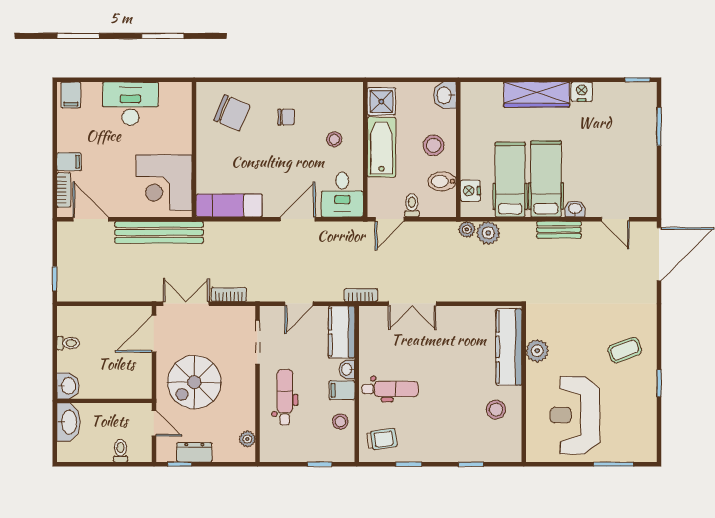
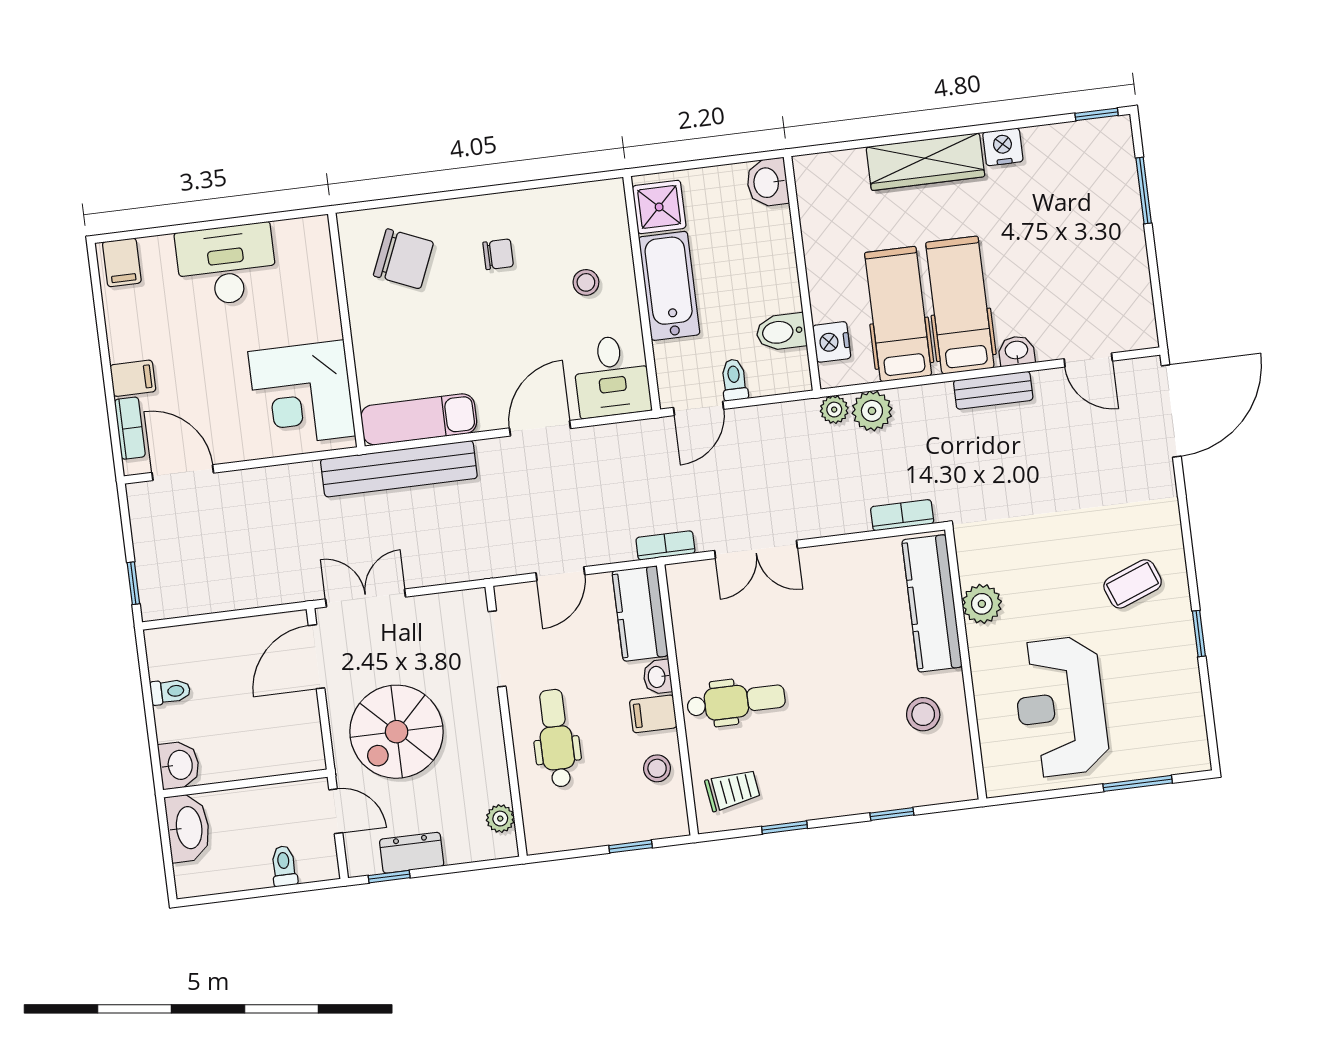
stool: (434, 145) -> (759, 271), removed
bench: (159, 232) -> (399, 469), moved
bookcase: (229, 295) -> (902, 515), moved

